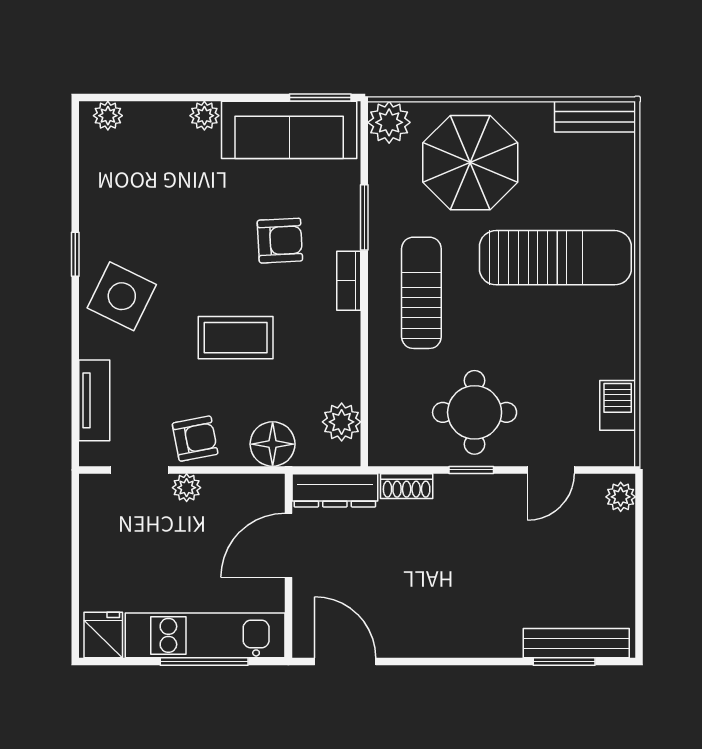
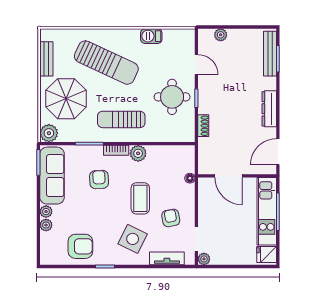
plant: (108, 116) -> (46, 225), moved
bench: (595, 117) -> (46, 59), moved
armchair: (123, 197) -> (80, 246), added
sun lounger: (555, 258) -> (106, 63), turned 115
side table: (122, 296) -> (133, 239), moved
barbecue: (618, 405) -> (151, 36), moved
plant: (342, 422) -> (138, 153), moved
armchair: (195, 439) -> (171, 218), moved
floor lamp: (273, 444) -> (190, 178), width x0.53, depth x0.53
plant: (187, 488) -> (204, 259), moved
dresser: (335, 490) -> (269, 109), moved, turned 180
plant: (621, 497) -> (221, 35), moved

